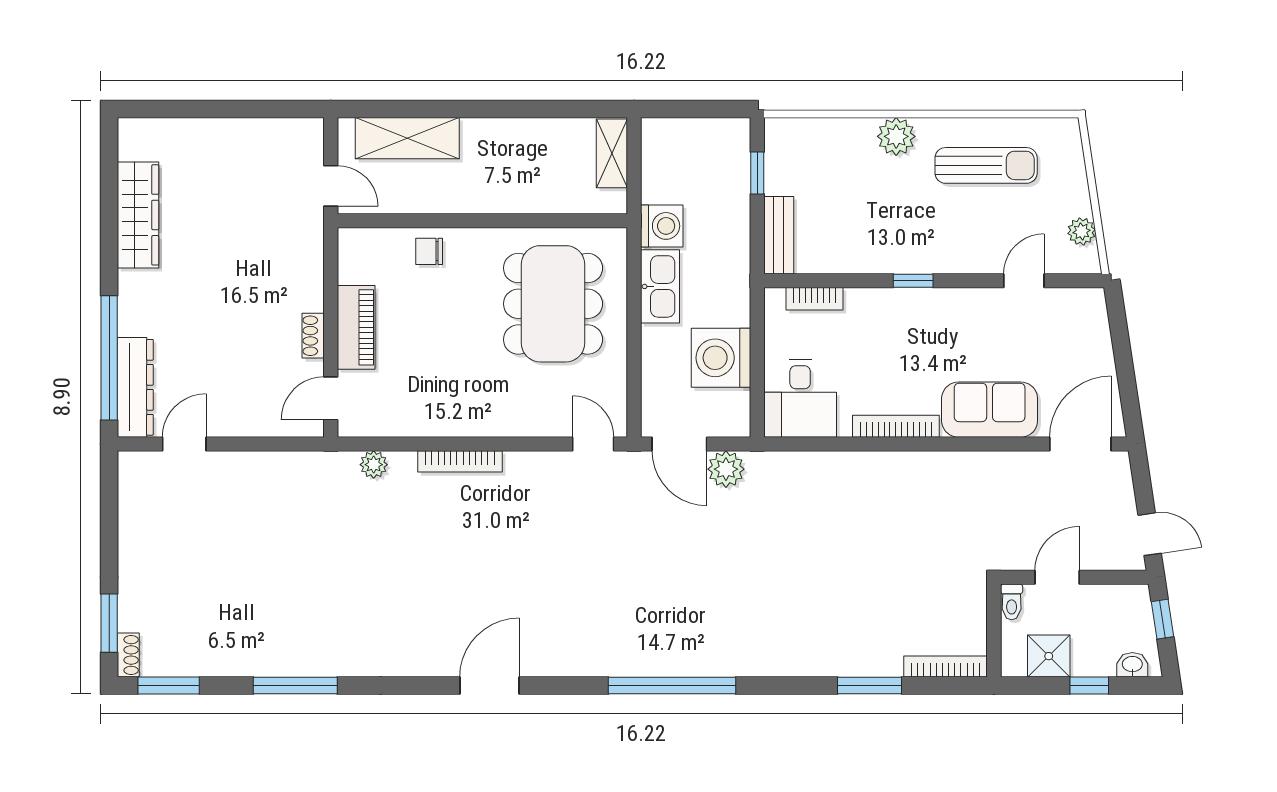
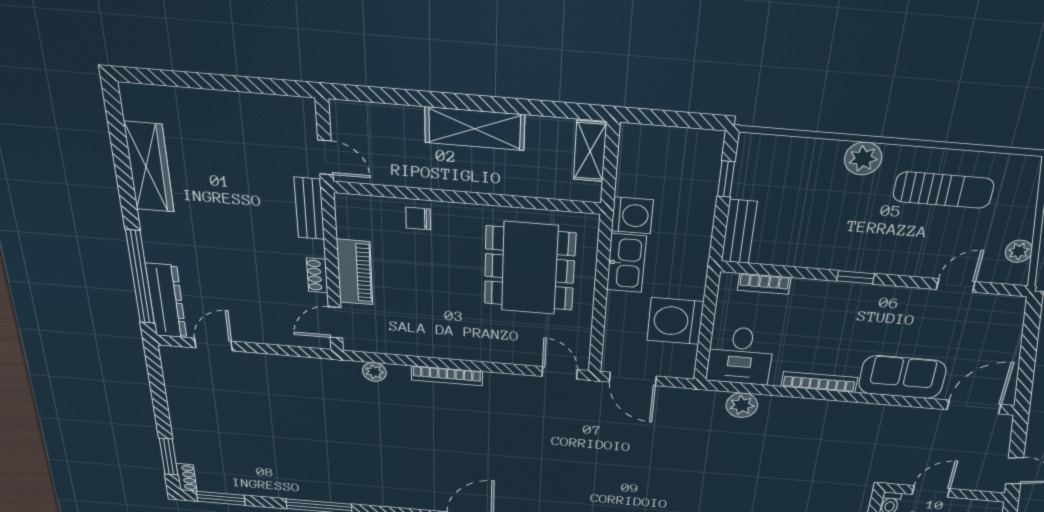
shelving: (407, 138) -> (475, 129), moved
bench: (310, 250) -> (309, 209), added
plant: (726, 469) -> (742, 405), moved

